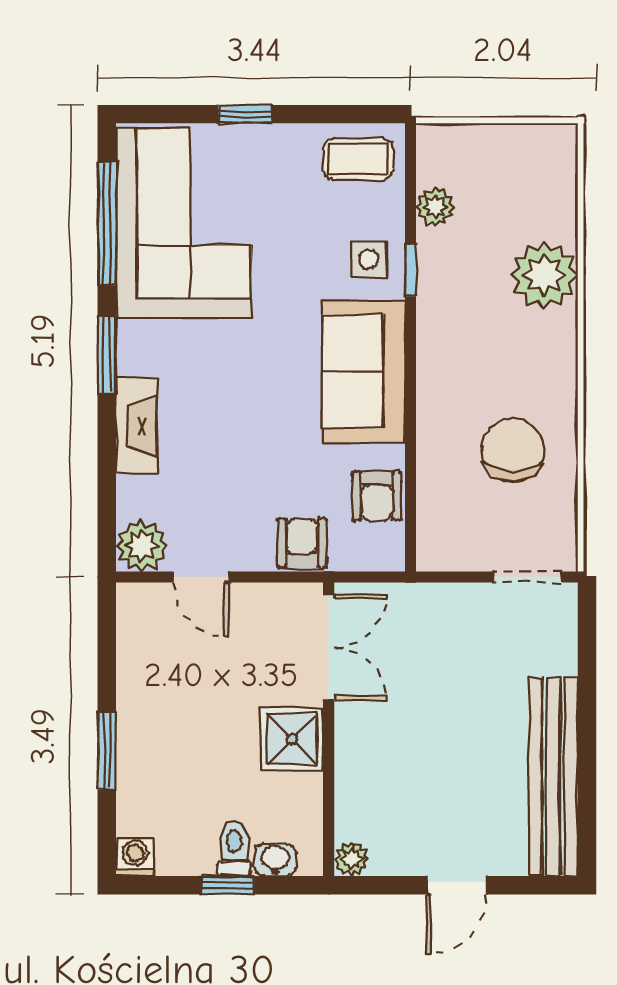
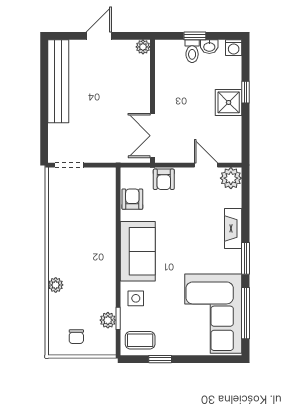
window: (245, 114) -> (160, 359), moved
window: (411, 270) -> (118, 318), moved
plant: (544, 275) -> (56, 285), width x0.53, depth x0.53
chair: (513, 450) -> (76, 337), moved, width x0.54, depth x0.54
shower: (292, 739) -> (229, 102), moved
window: (107, 751) -> (245, 92), width x0.67
washbasin: (275, 860) -> (209, 47), moved

